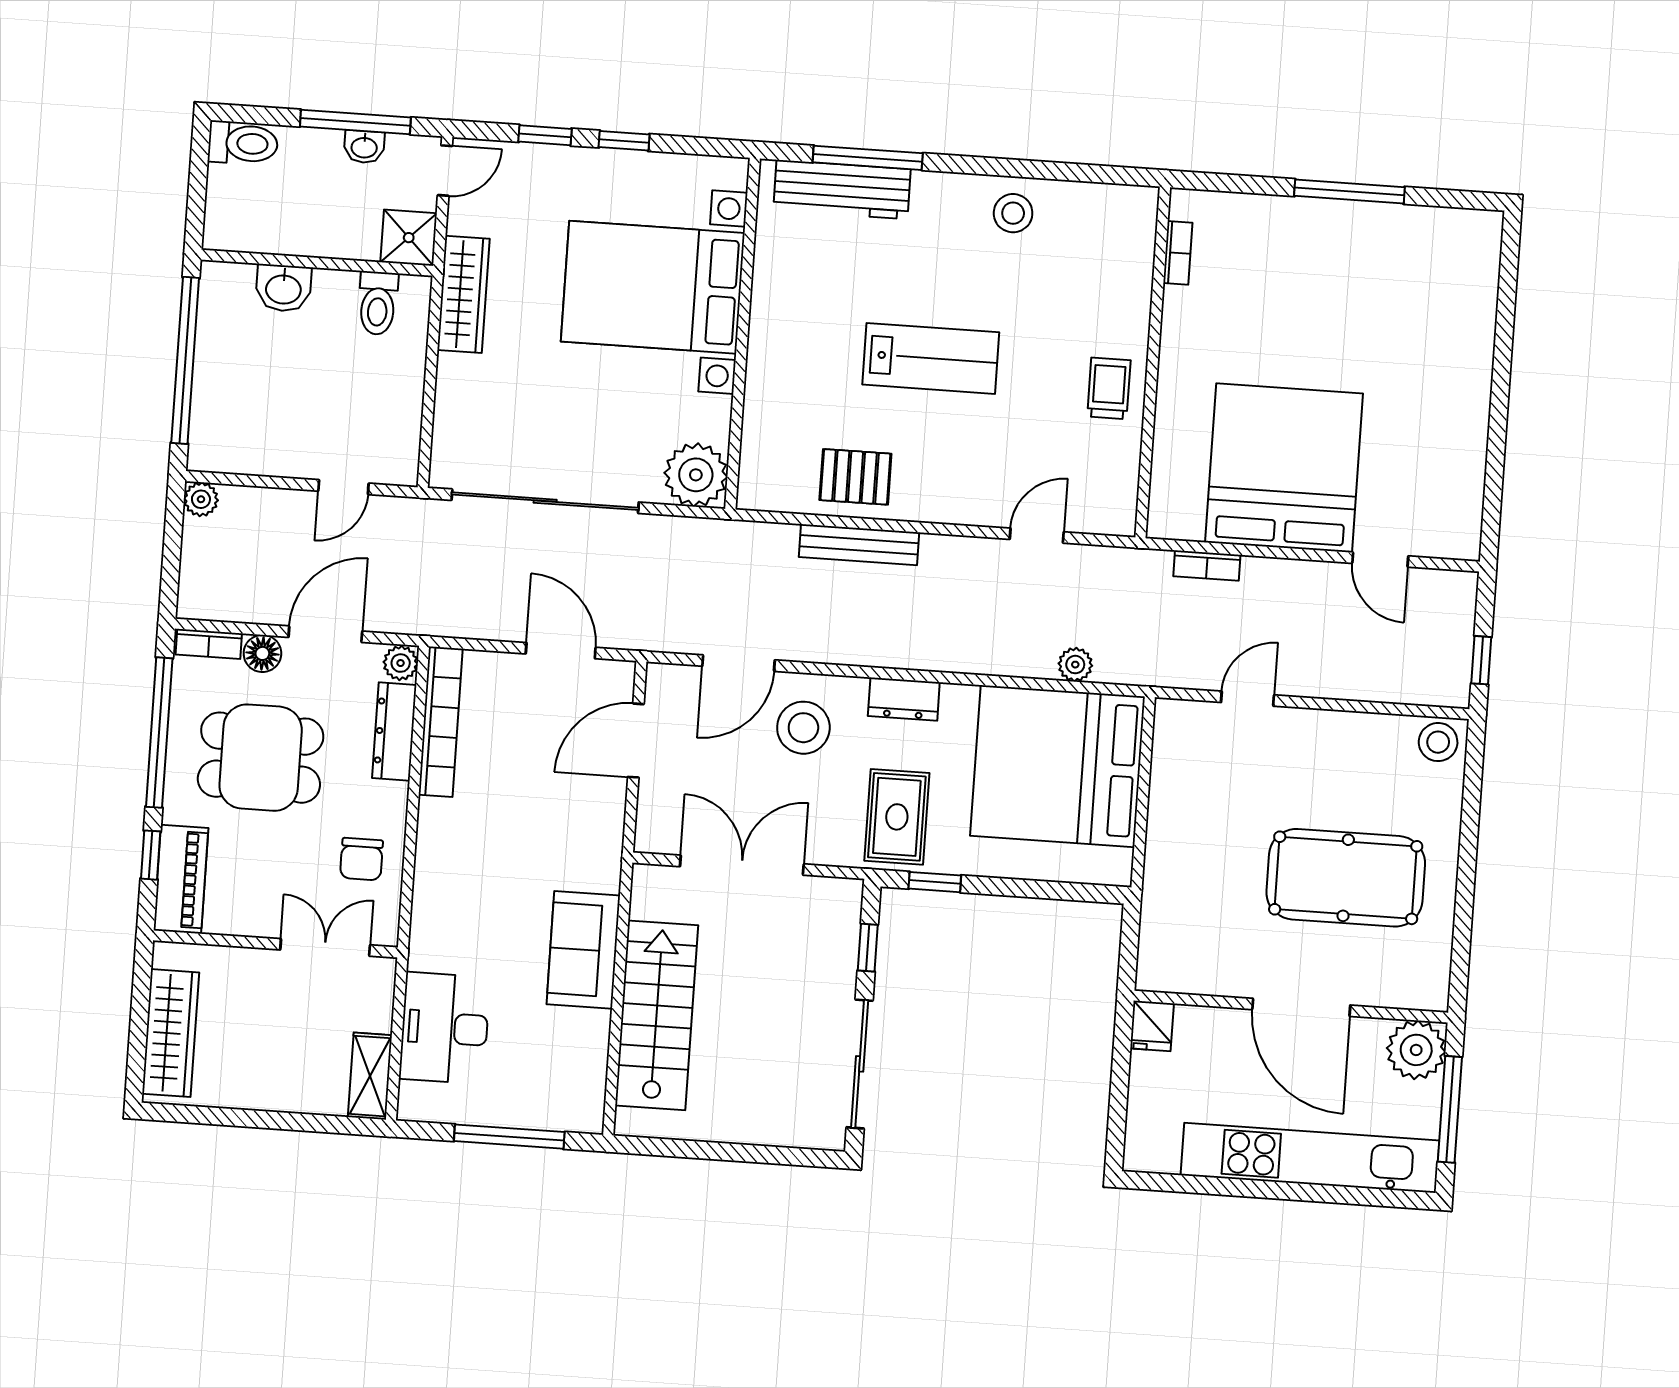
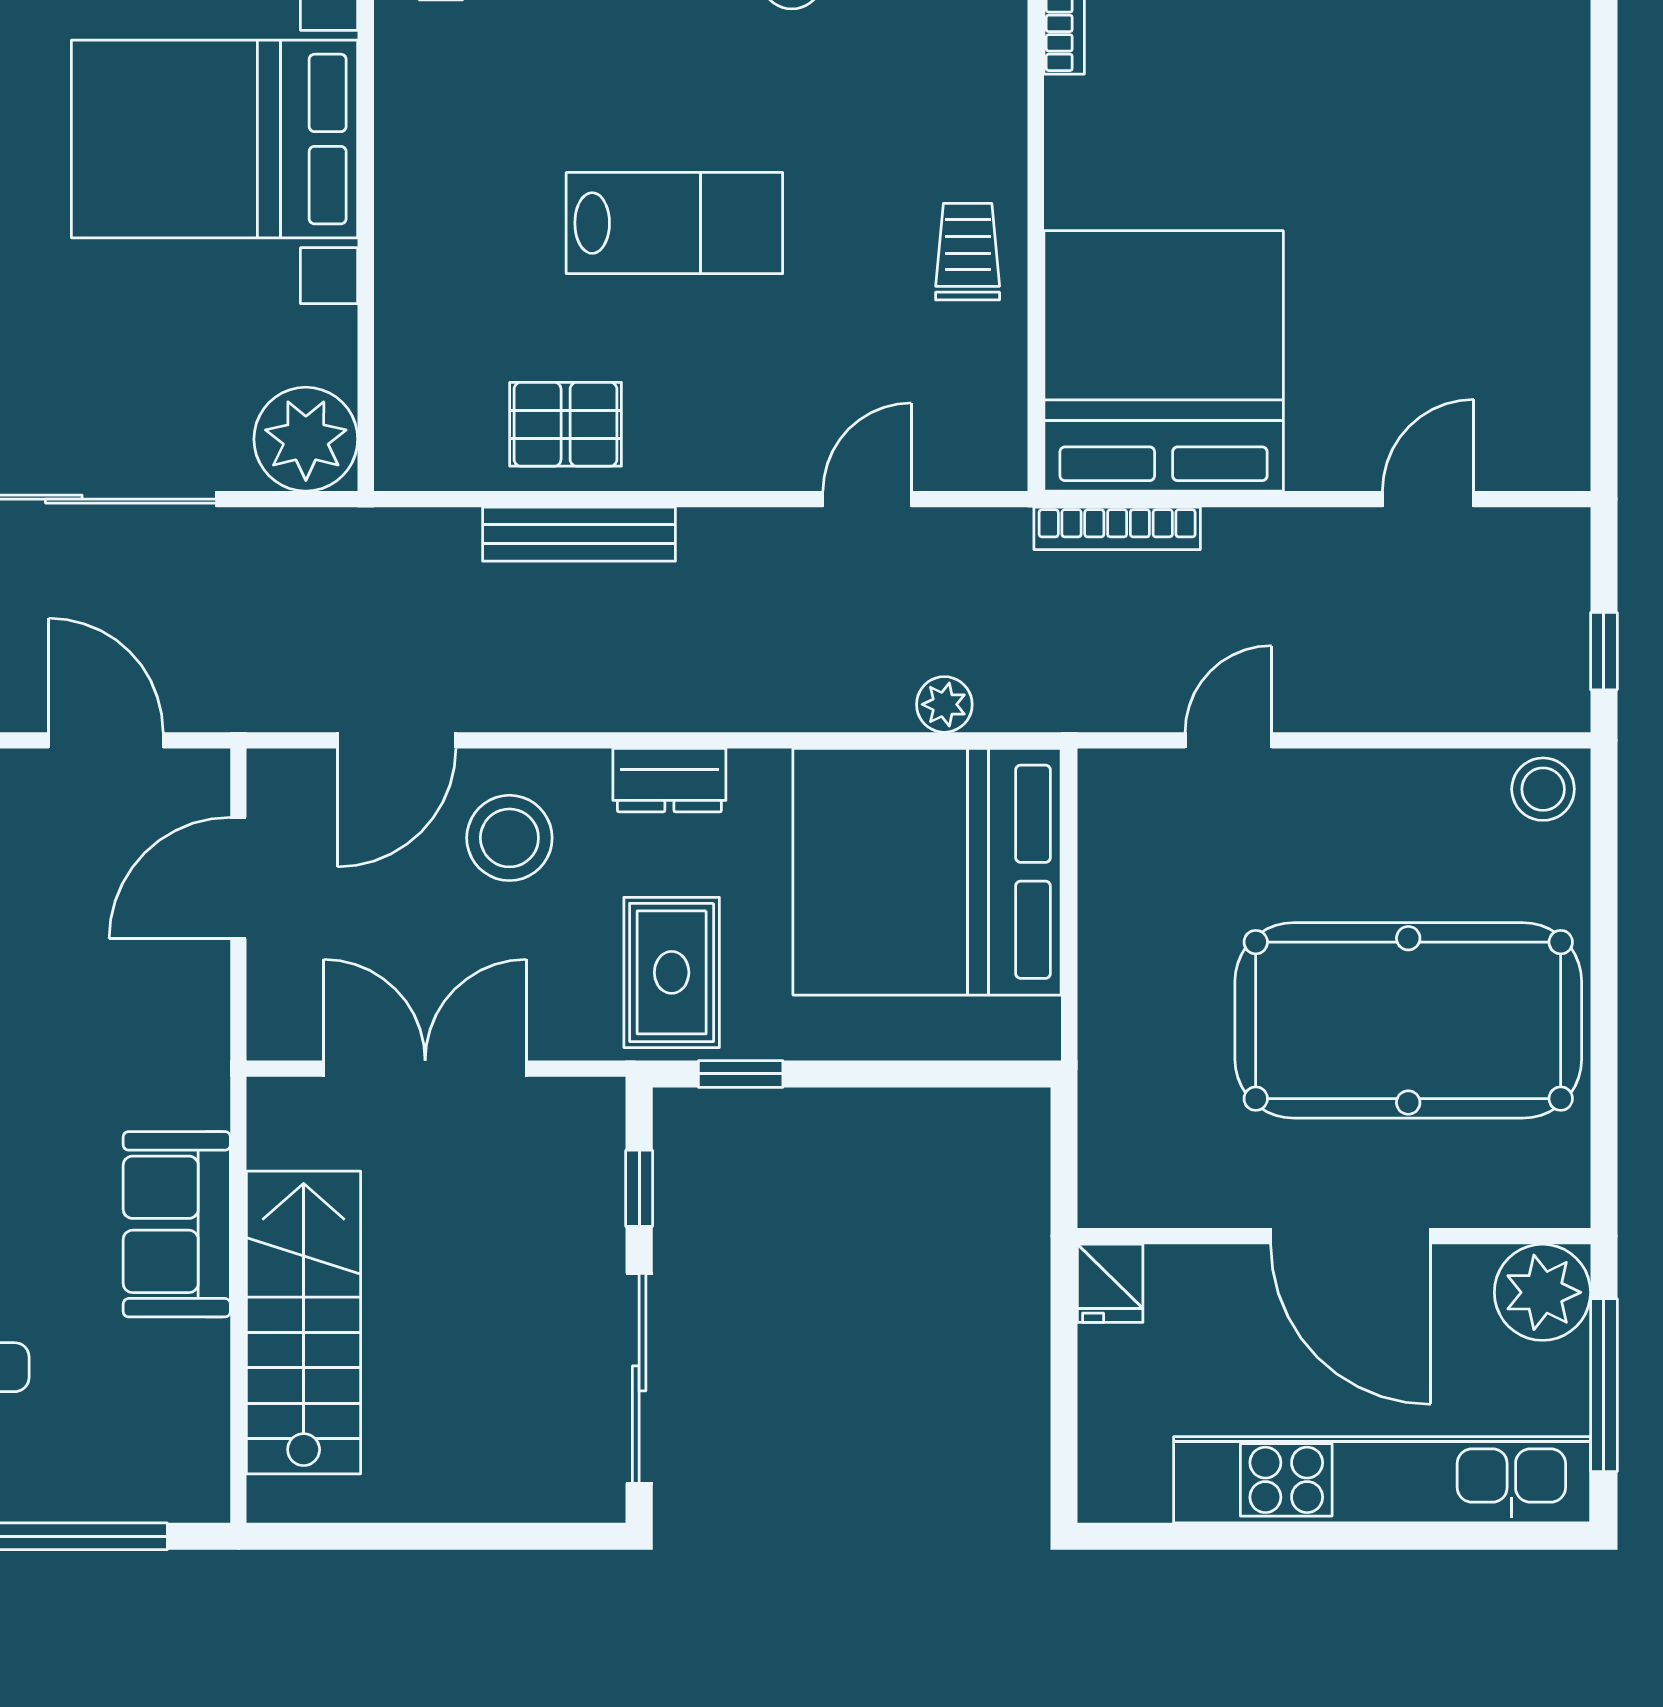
bed: (1284, 468) -> (1164, 361), moved
door: (1380, 560) -> (1428, 499), swing flipped
bookcase: (1207, 566) -> (1117, 528), width x1.56
pool table: (1346, 878) -> (1408, 1020), width x1.36, depth x1.32

